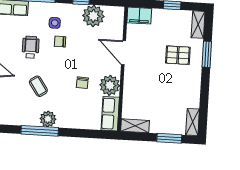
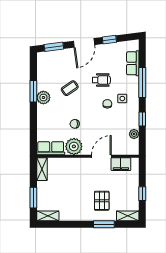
plant: (93, 16) -> (134, 134), width x0.53, depth x0.53
filing cabinet: (139, 16) -> (121, 164), moved, turned -90
window: (40, 131) -> (33, 91), width x0.69

